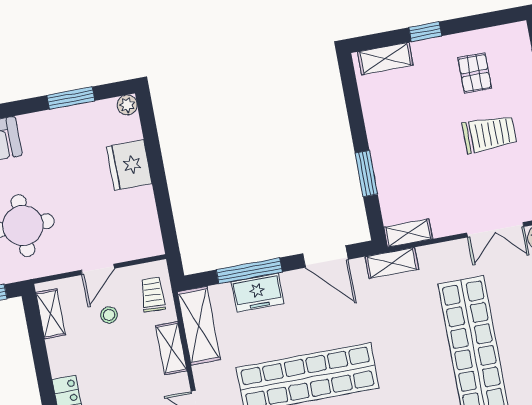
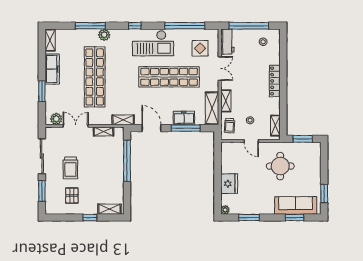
trolley: (489, 134) -> (70, 168), turned -90
window: (366, 174) -> (127, 161), width x2.11
shelving: (408, 233) -> (104, 132), moved
door: (98, 269) -> (251, 141), swing flipped

